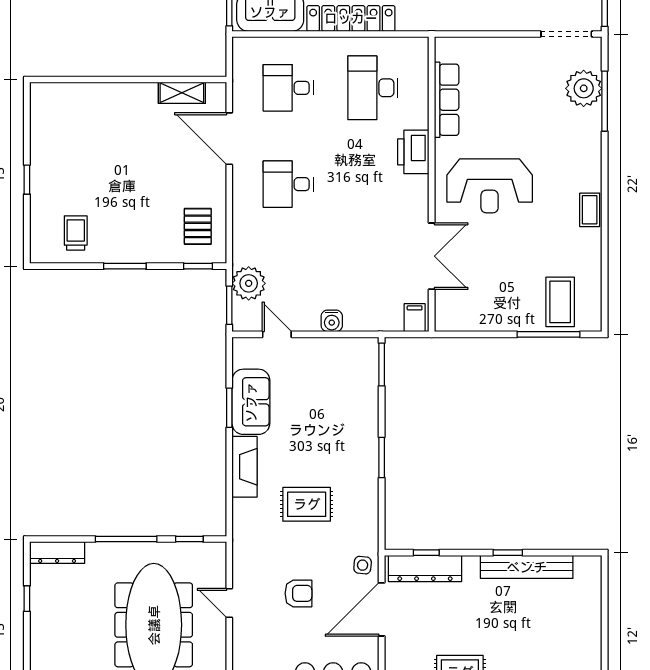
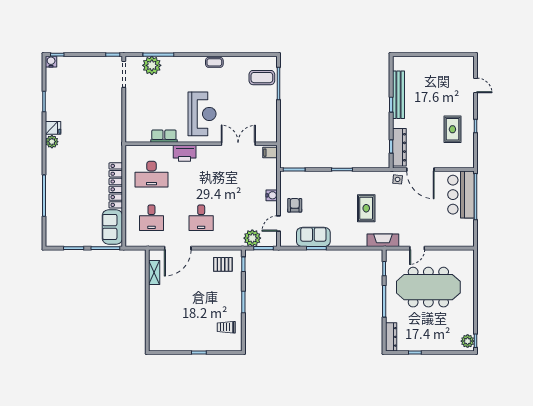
row of seats: (447, 100) -> (164, 136), width x0.68
fireplace: (245, 467) -> (383, 240), moved
armchair: (298, 593) -> (295, 205), moved

